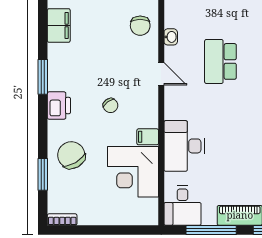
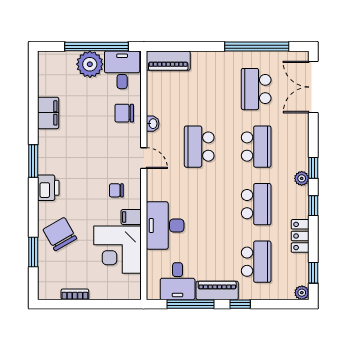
chair: (140, 26) -> (124, 113), turned 90
chair: (110, 106) -> (116, 190), moved, turned 127
desk: (182, 205) -> (178, 281), moved
bookcase: (62, 220) -> (75, 294), moved

